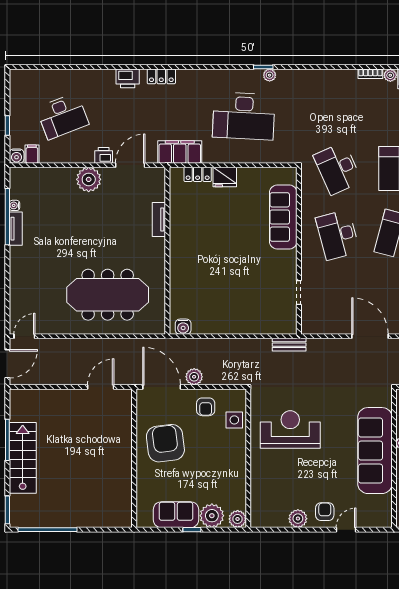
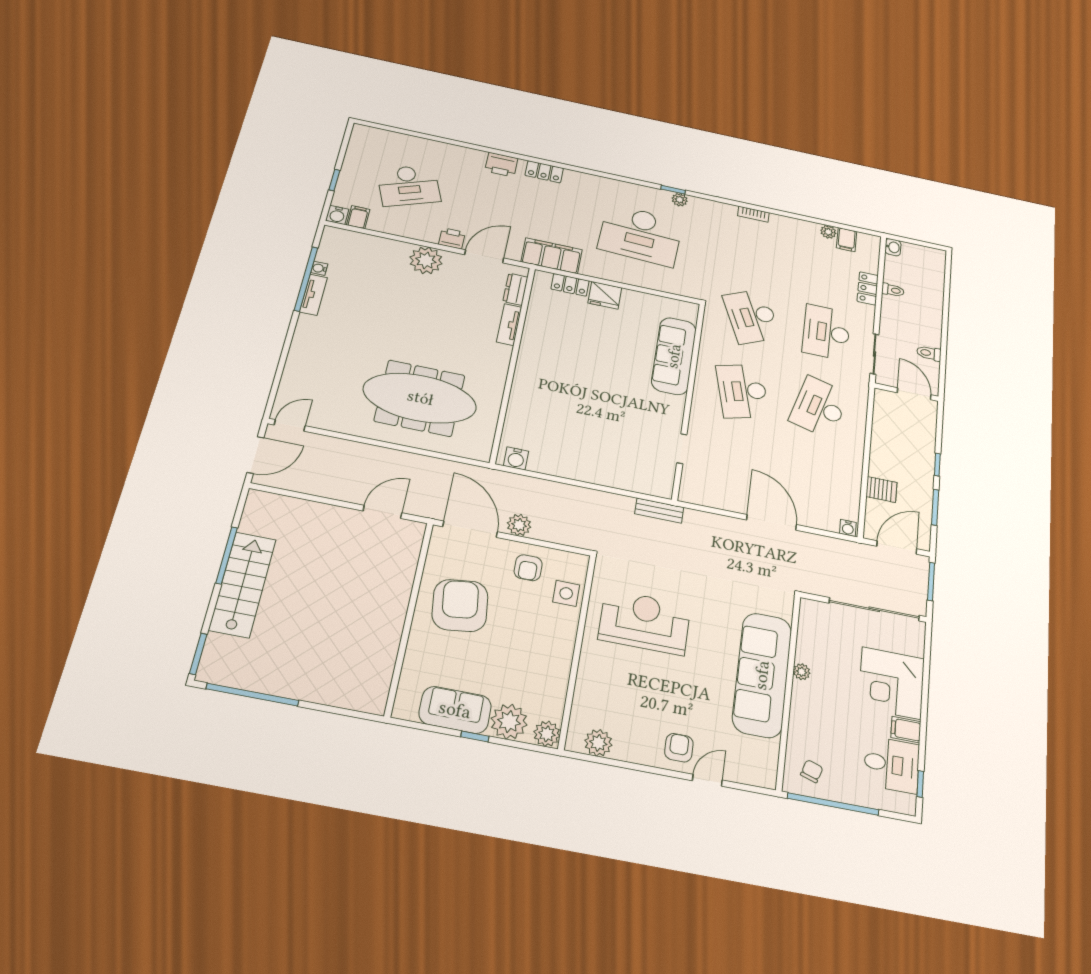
bookcase: (370, 74) -> (753, 214), moved
dresser: (158, 188) -> (515, 289), added
plant: (298, 519) -> (598, 743), moved

